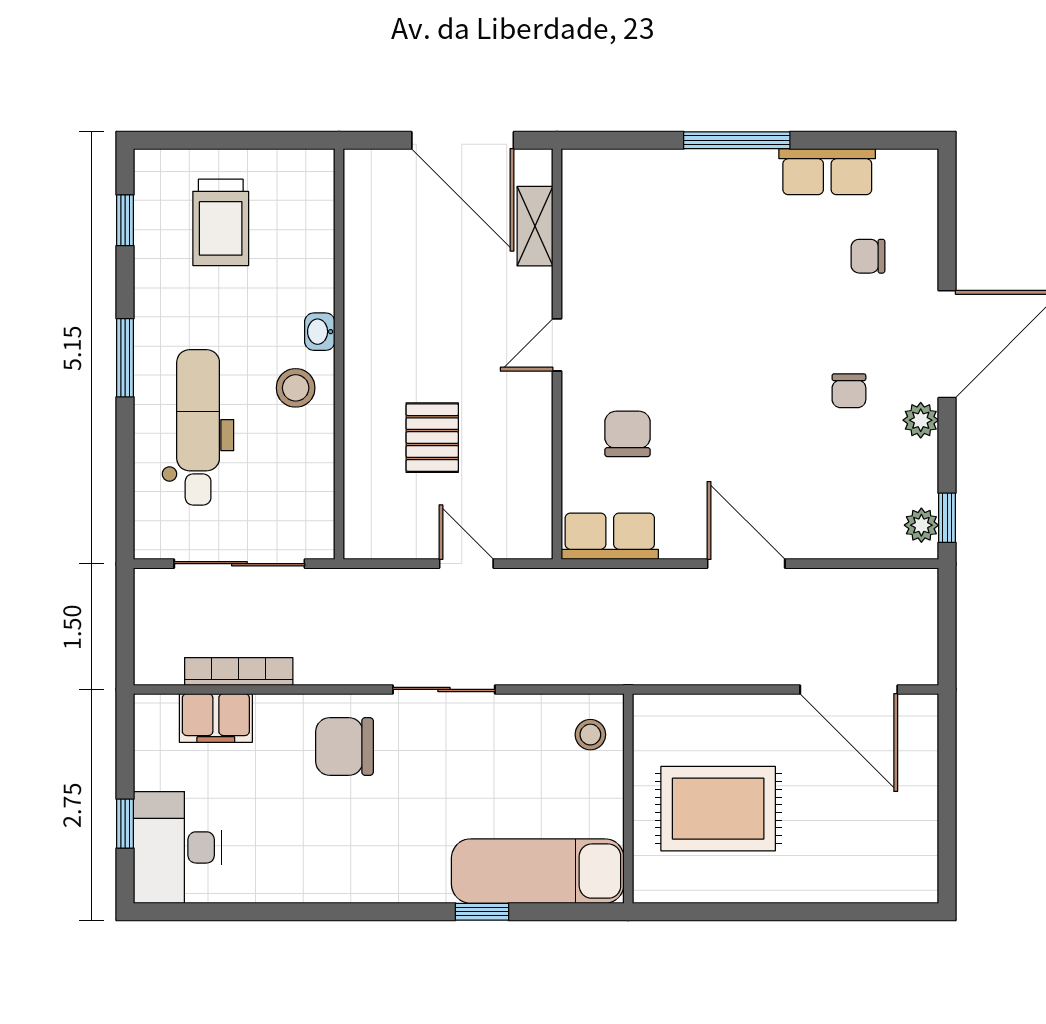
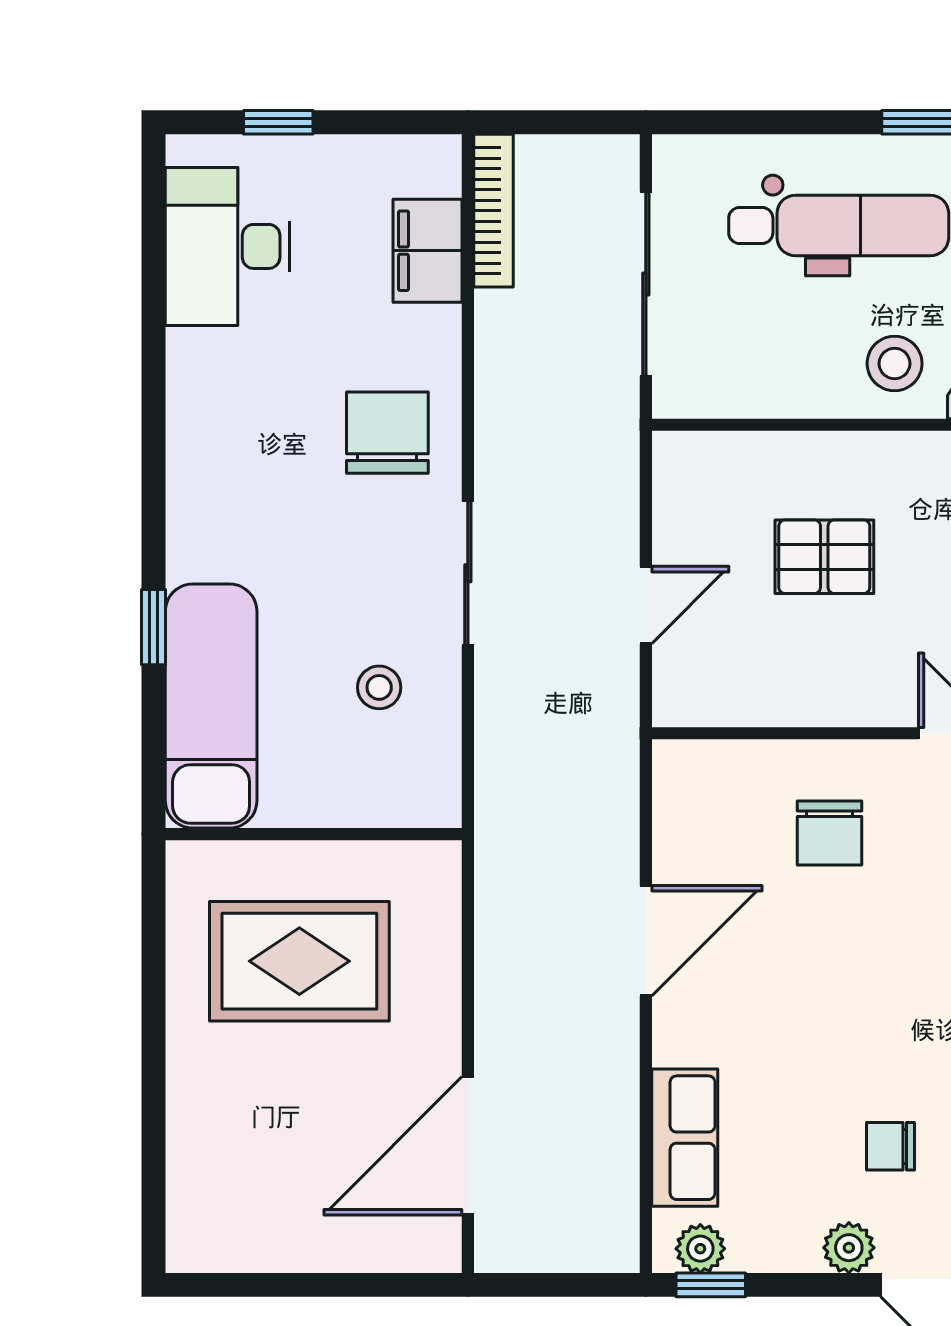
chair: (628, 434) -> (829, 833), turned 90
row of seats: (610, 536) -> (685, 1138), moved
door: (746, 564) -> (646, 941), moved
bookcase: (239, 671) -> (493, 211), moved
stool: (590, 735) -> (379, 687), moved
rug: (718, 809) -> (299, 961), turned 90
desk: (177, 847) -> (228, 246), moved, turned -90

